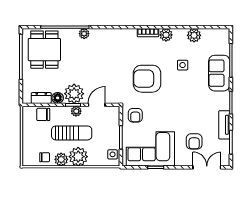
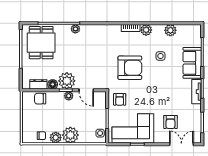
armchair: (147, 79) -> (130, 68), turned 180
door: (97, 105) -> (86, 90), swing flipped
tv unit: (224, 125) -> (196, 92), moved
sun lounger: (72, 133) -> (65, 115), removed

